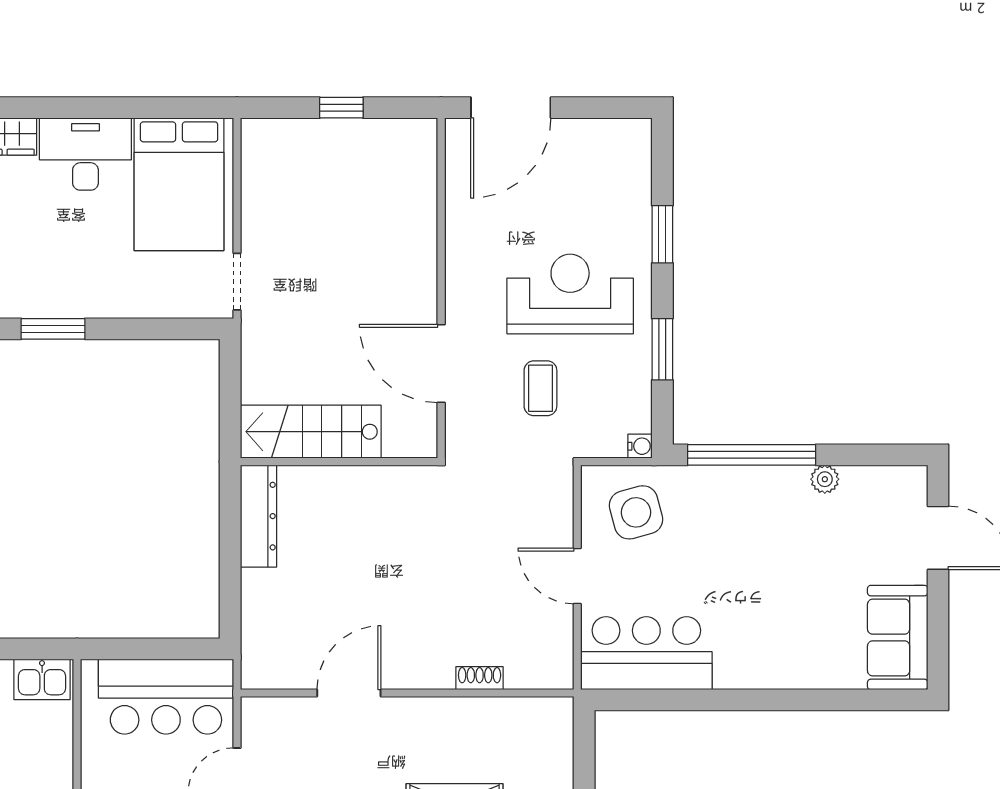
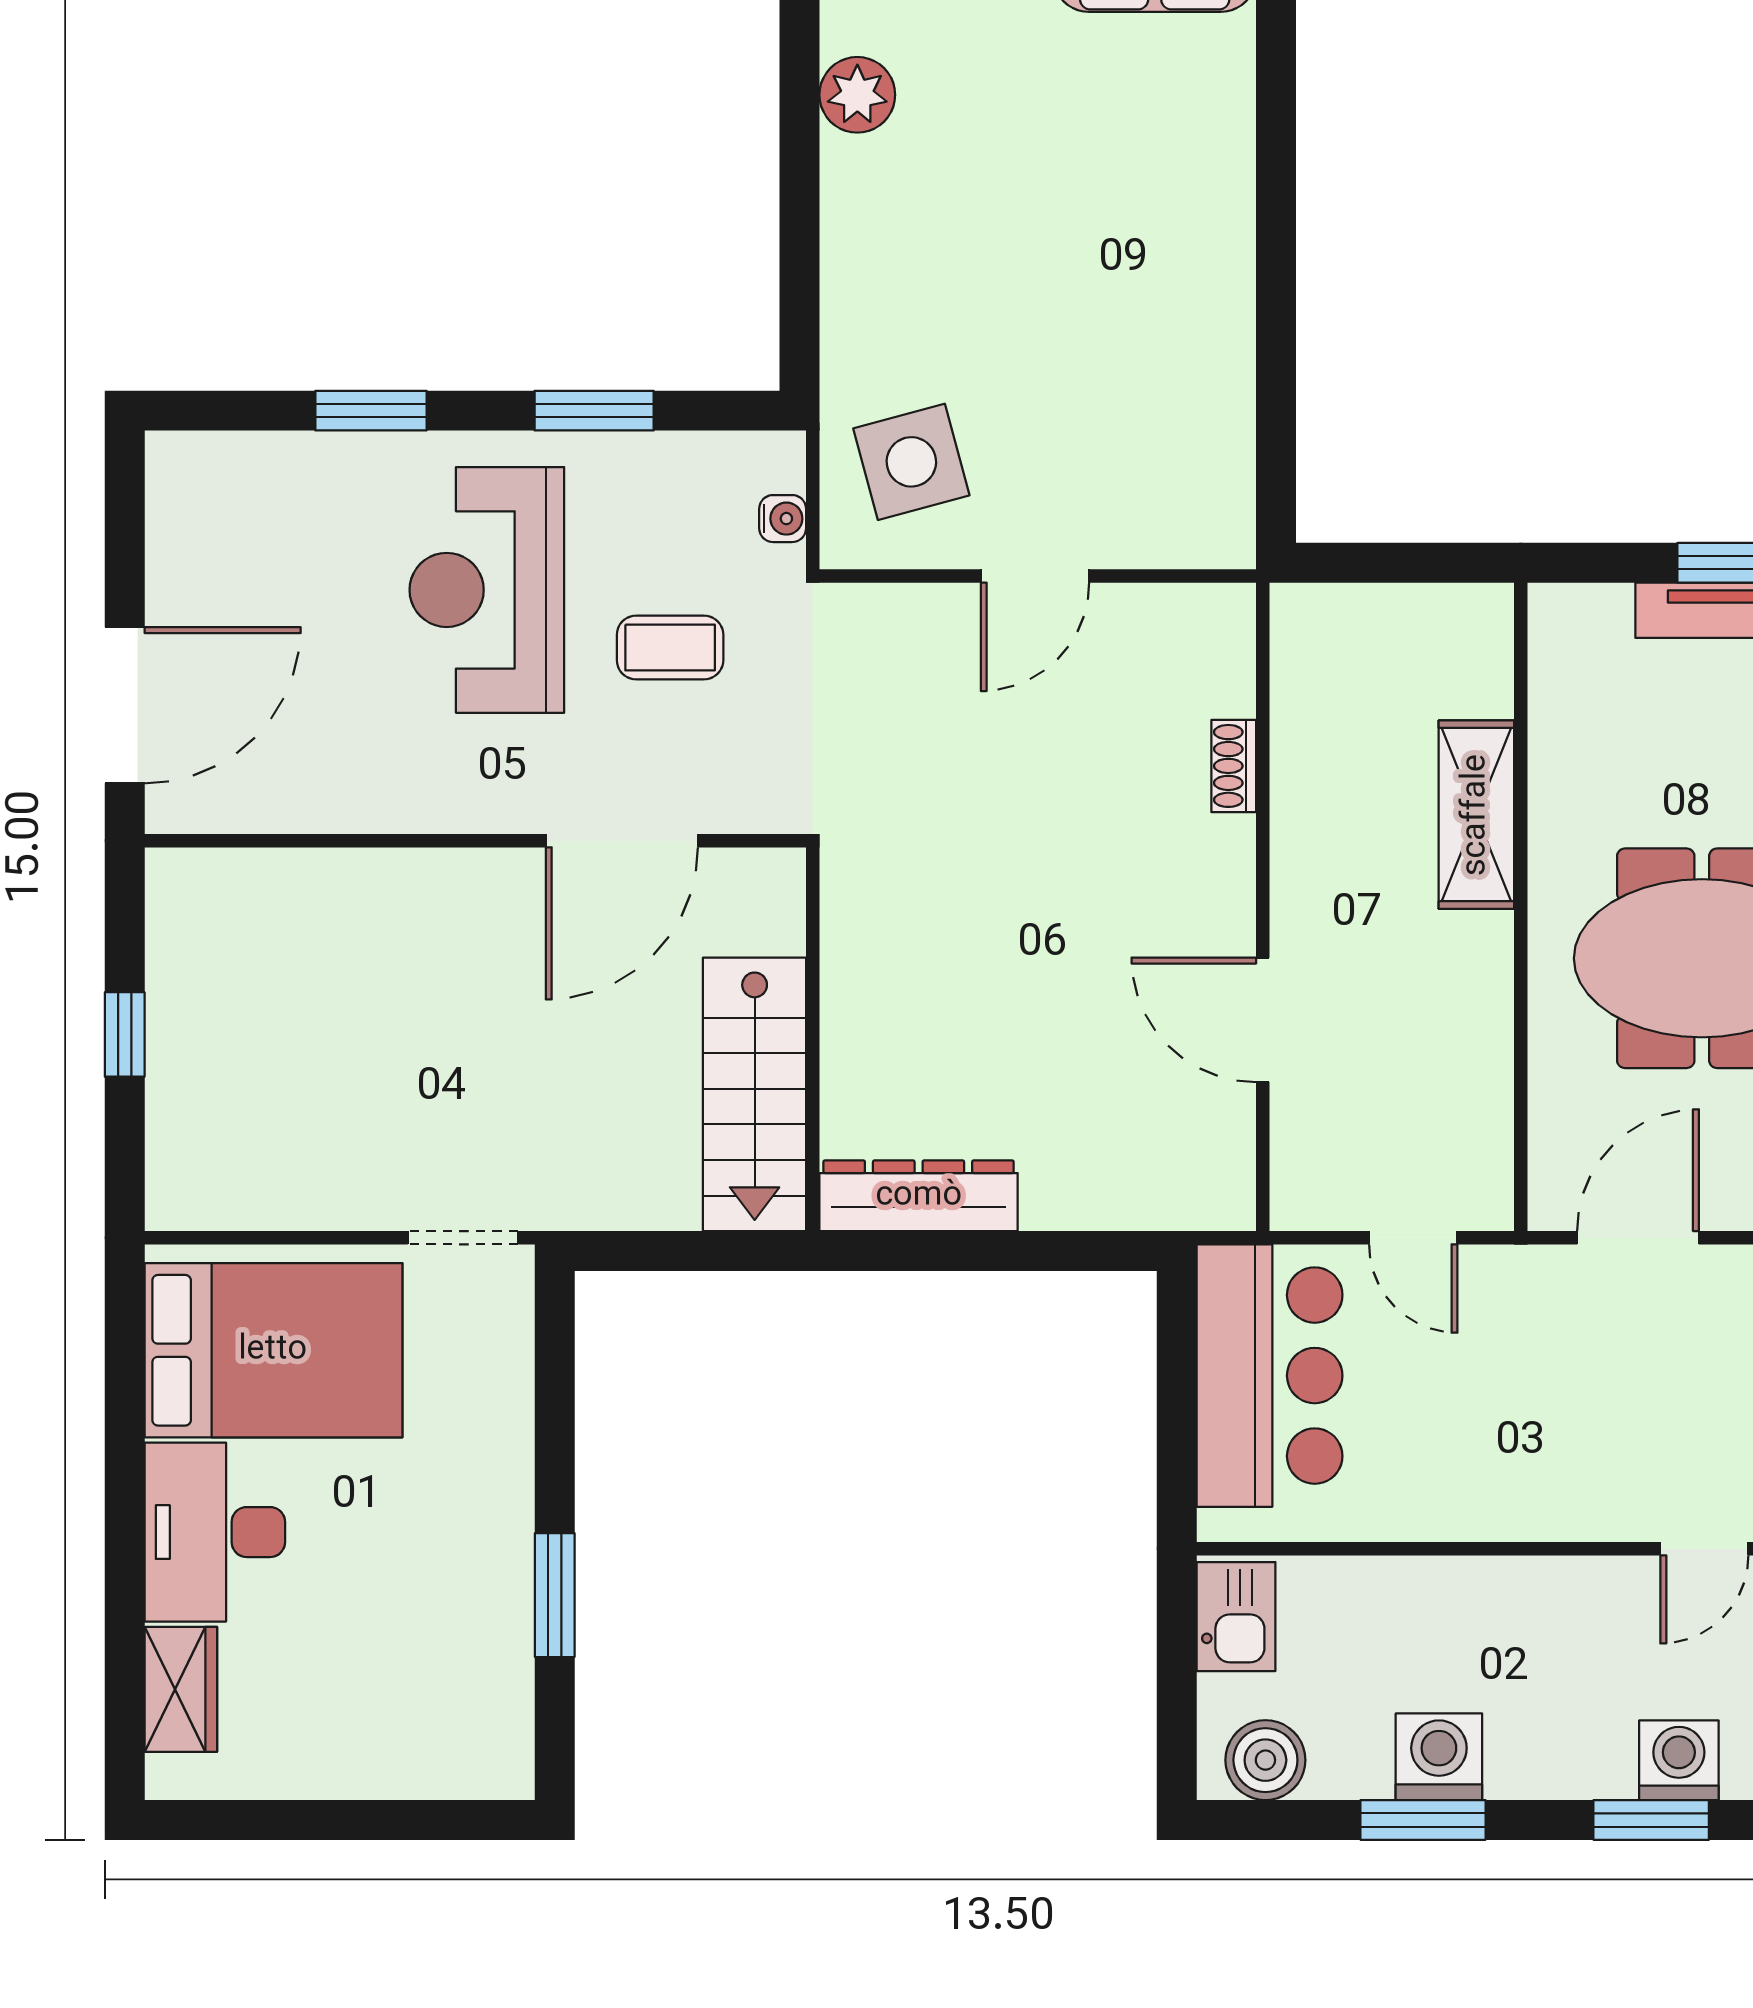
door: (511, 108) -> (125, 705), hinge flipped
water cooler: (640, 446) -> (783, 519), moved, turned 90
window: (752, 455) -> (800, 237), removed
plant: (825, 479) -> (857, 95), width x1.38, depth x1.38
bar counter: (646, 653) -> (1185, 442), removed

